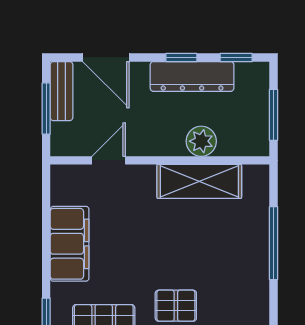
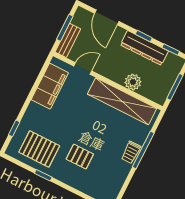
bench: (61, 91) -> (68, 40), moved
shelving: (199, 181) -> (122, 101), width x1.47
filing cabinet: (70, 244) -> (50, 86), moved
trolley: (255, 257) -> (131, 152), added

